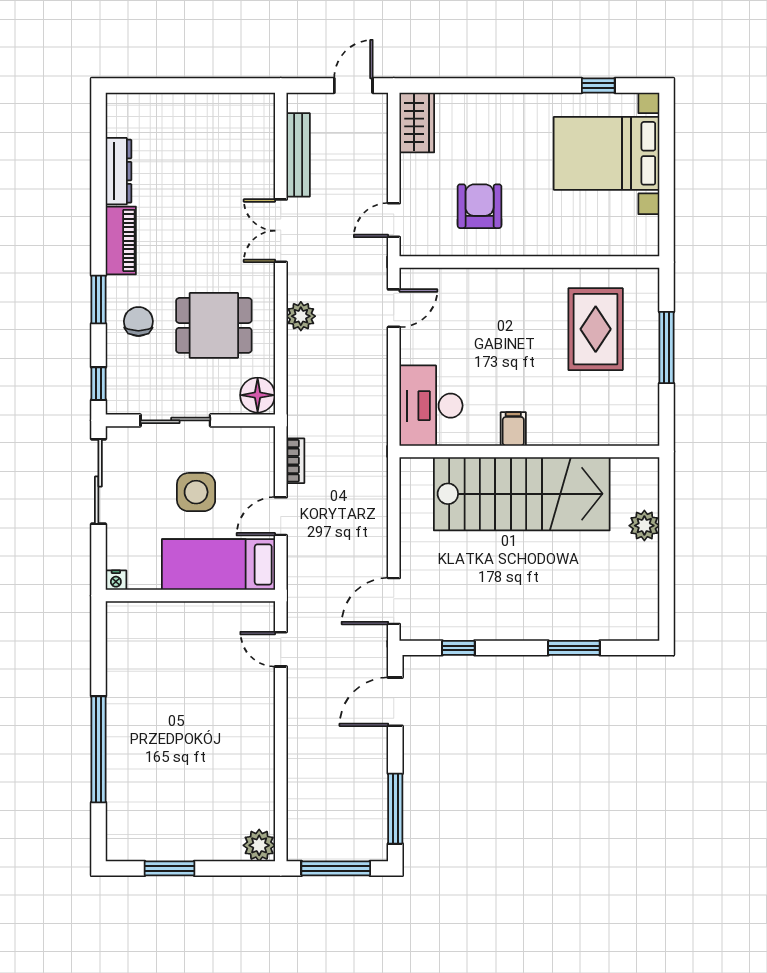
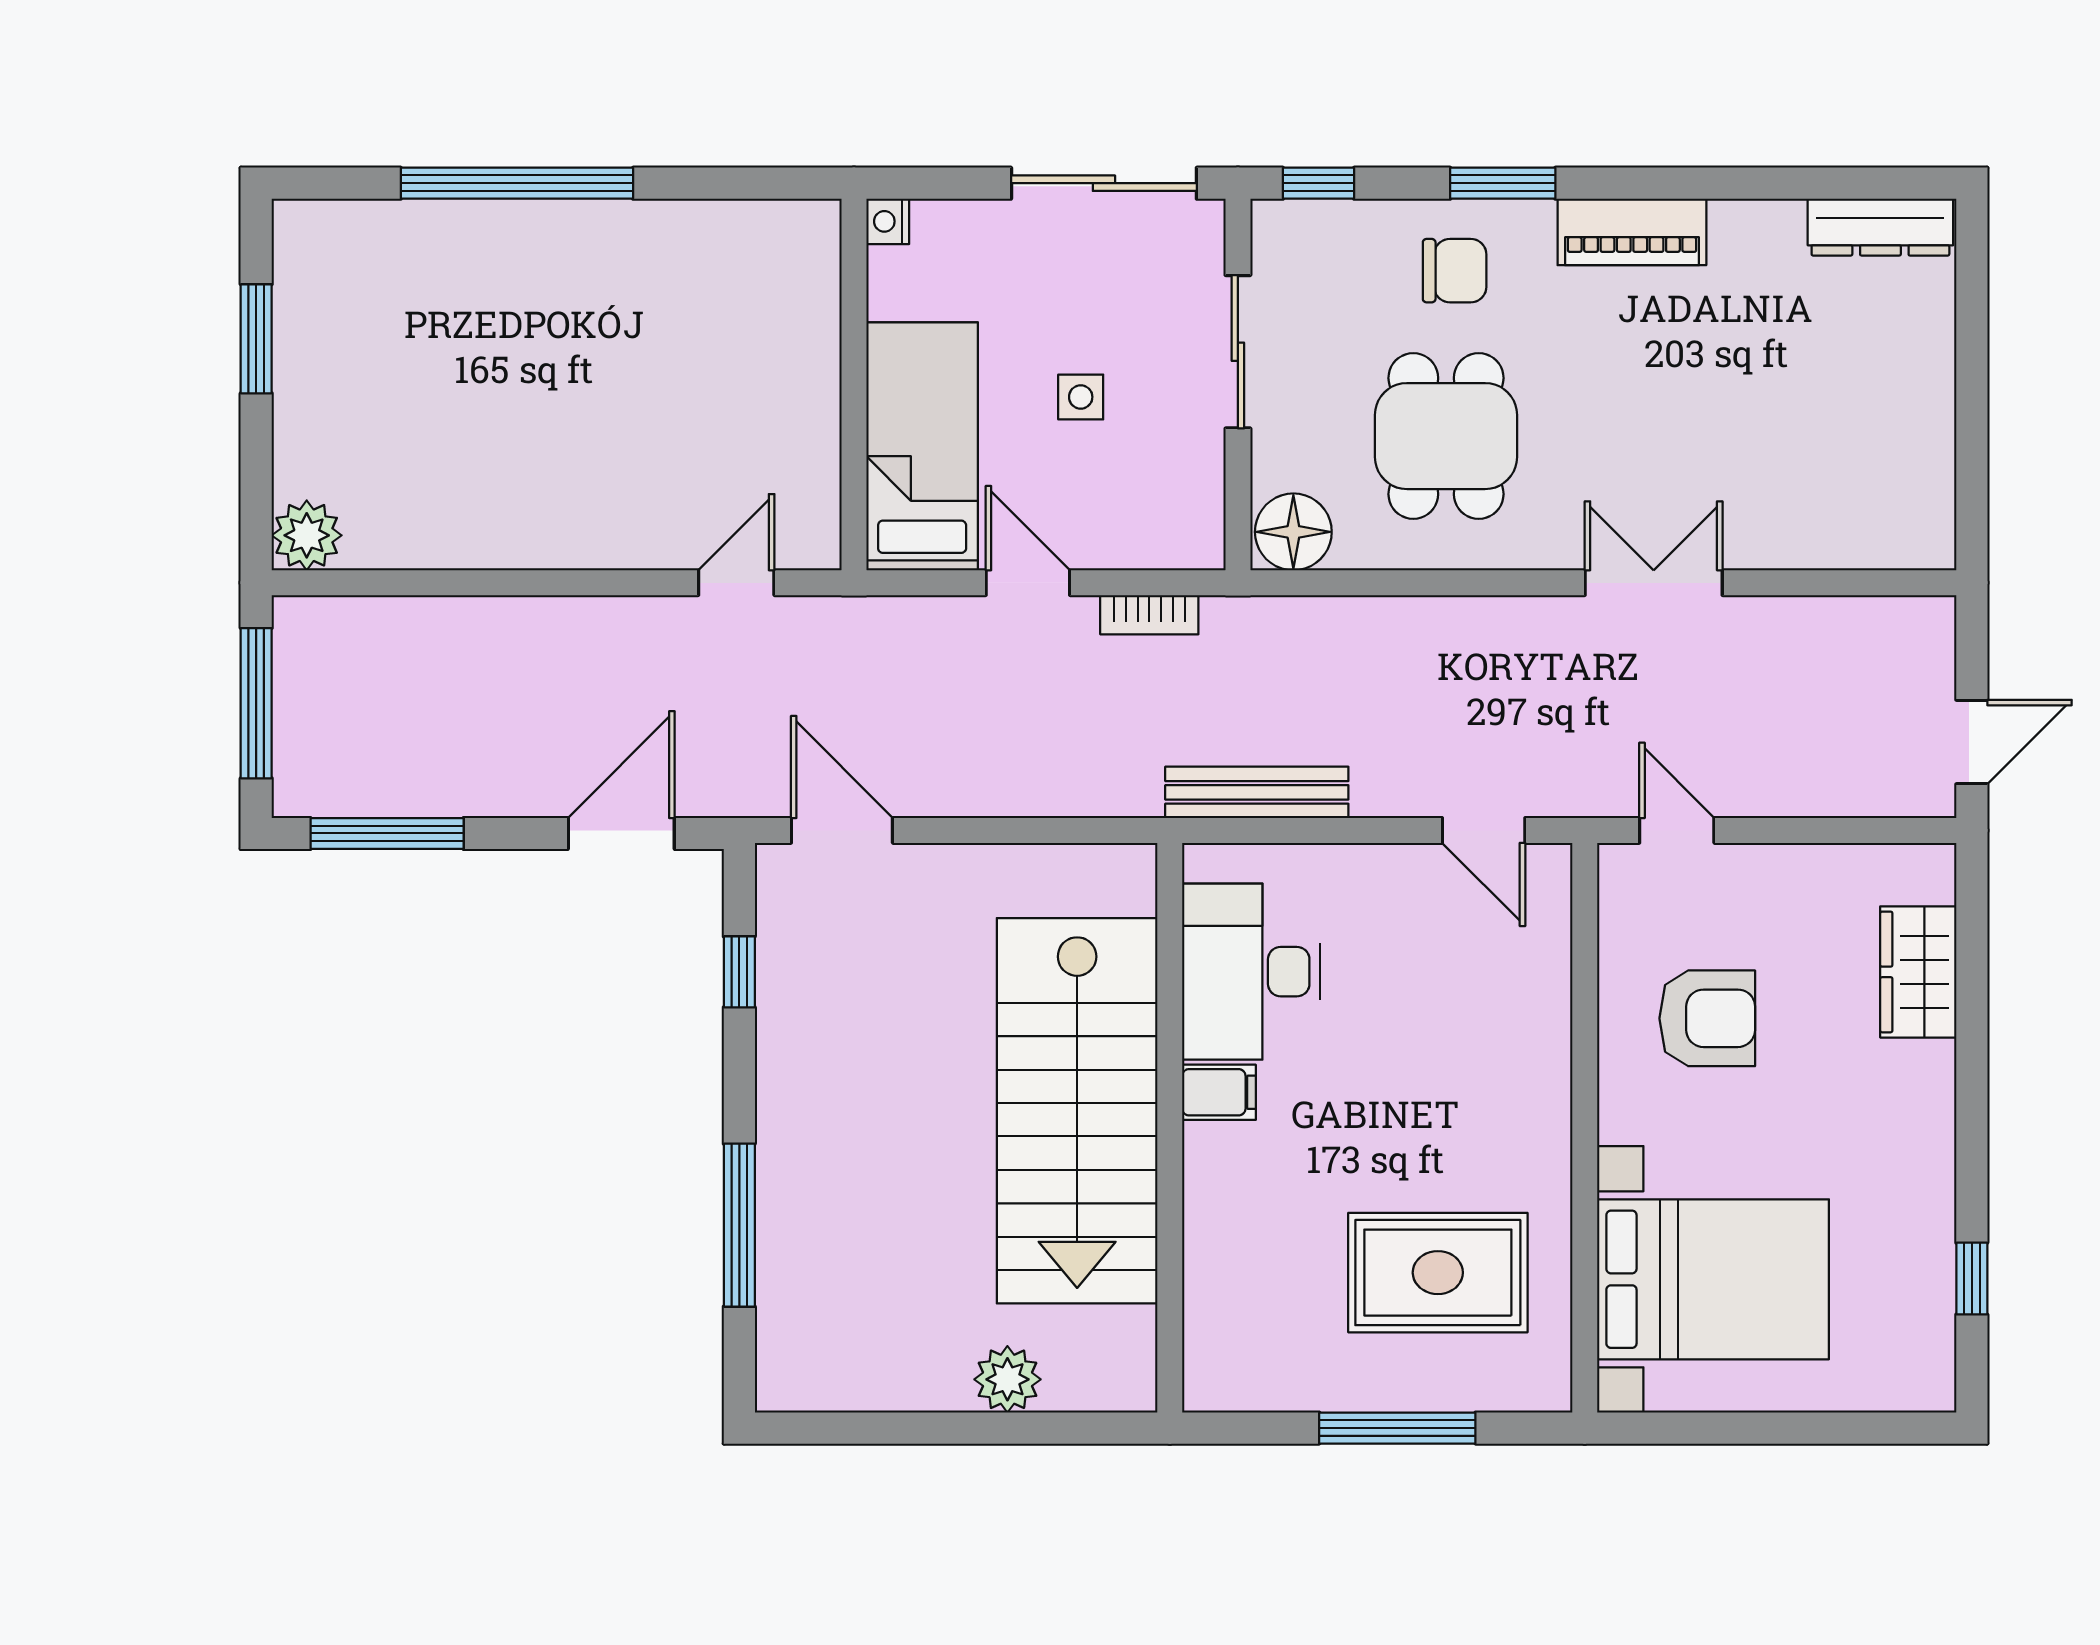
door: (353, 85) -> (1972, 742), hinge flipped
wardrobe: (417, 122) -> (1918, 972), moved, turned 90
bed with nightstands: (607, 153) -> (1713, 1279), moved, turned 90
bench: (298, 155) -> (1257, 792), moved
dresser: (119, 171) -> (1880, 227), moved
plant: (301, 316) -> (1466, 627), removed
desk: (431, 406) -> (1251, 972), moved, turned -90
side table: (196, 492) -> (1081, 397), width x0.54, depth x0.54
window: (574, 648) -> (739, 1225), width x1.44
door: (395, 702) -> (621, 833), hinge flipped

